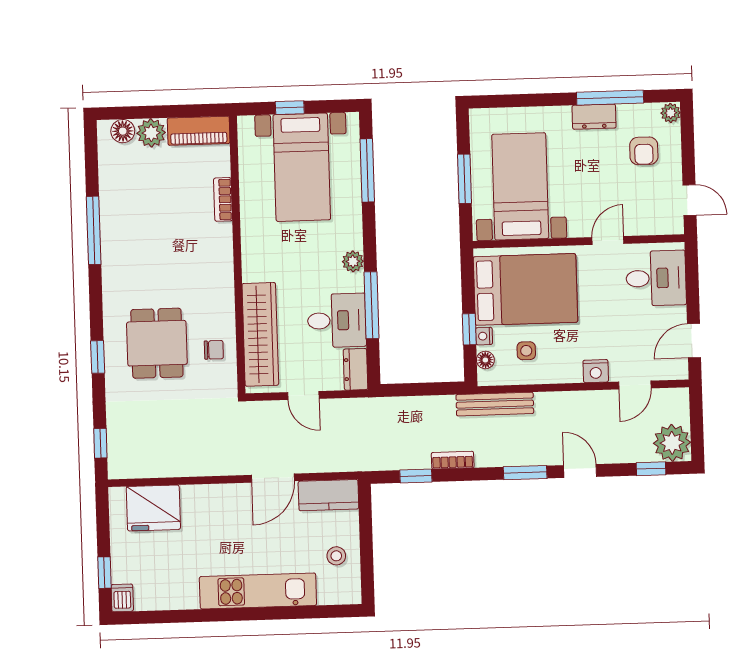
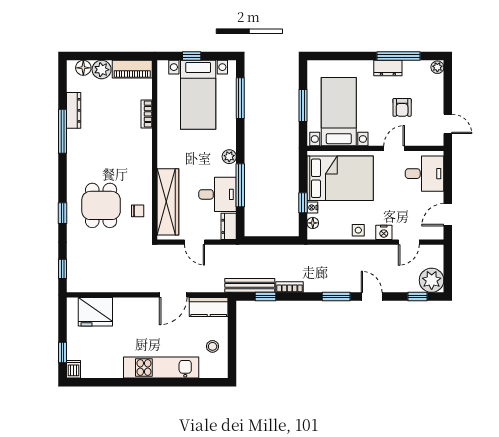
armchair: (644, 151) -> (402, 107), moved
dresser: (110, 197) -> (74, 110), added
side table: (526, 351) -> (358, 230), moved
bench: (495, 404) -> (250, 285), moved

